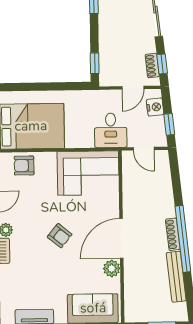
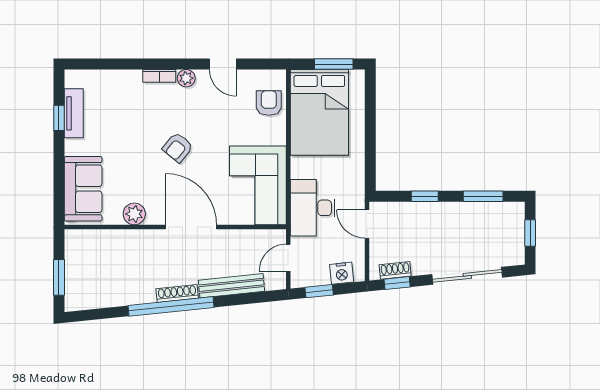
window: (95, 63) -> (425, 196), moved
door: (133, 88) -> (367, 224), moved
desk: (111, 130) -> (313, 208), width x1.37
door: (121, 238) -> (191, 227), moved
bench: (176, 277) -> (231, 286), moved

